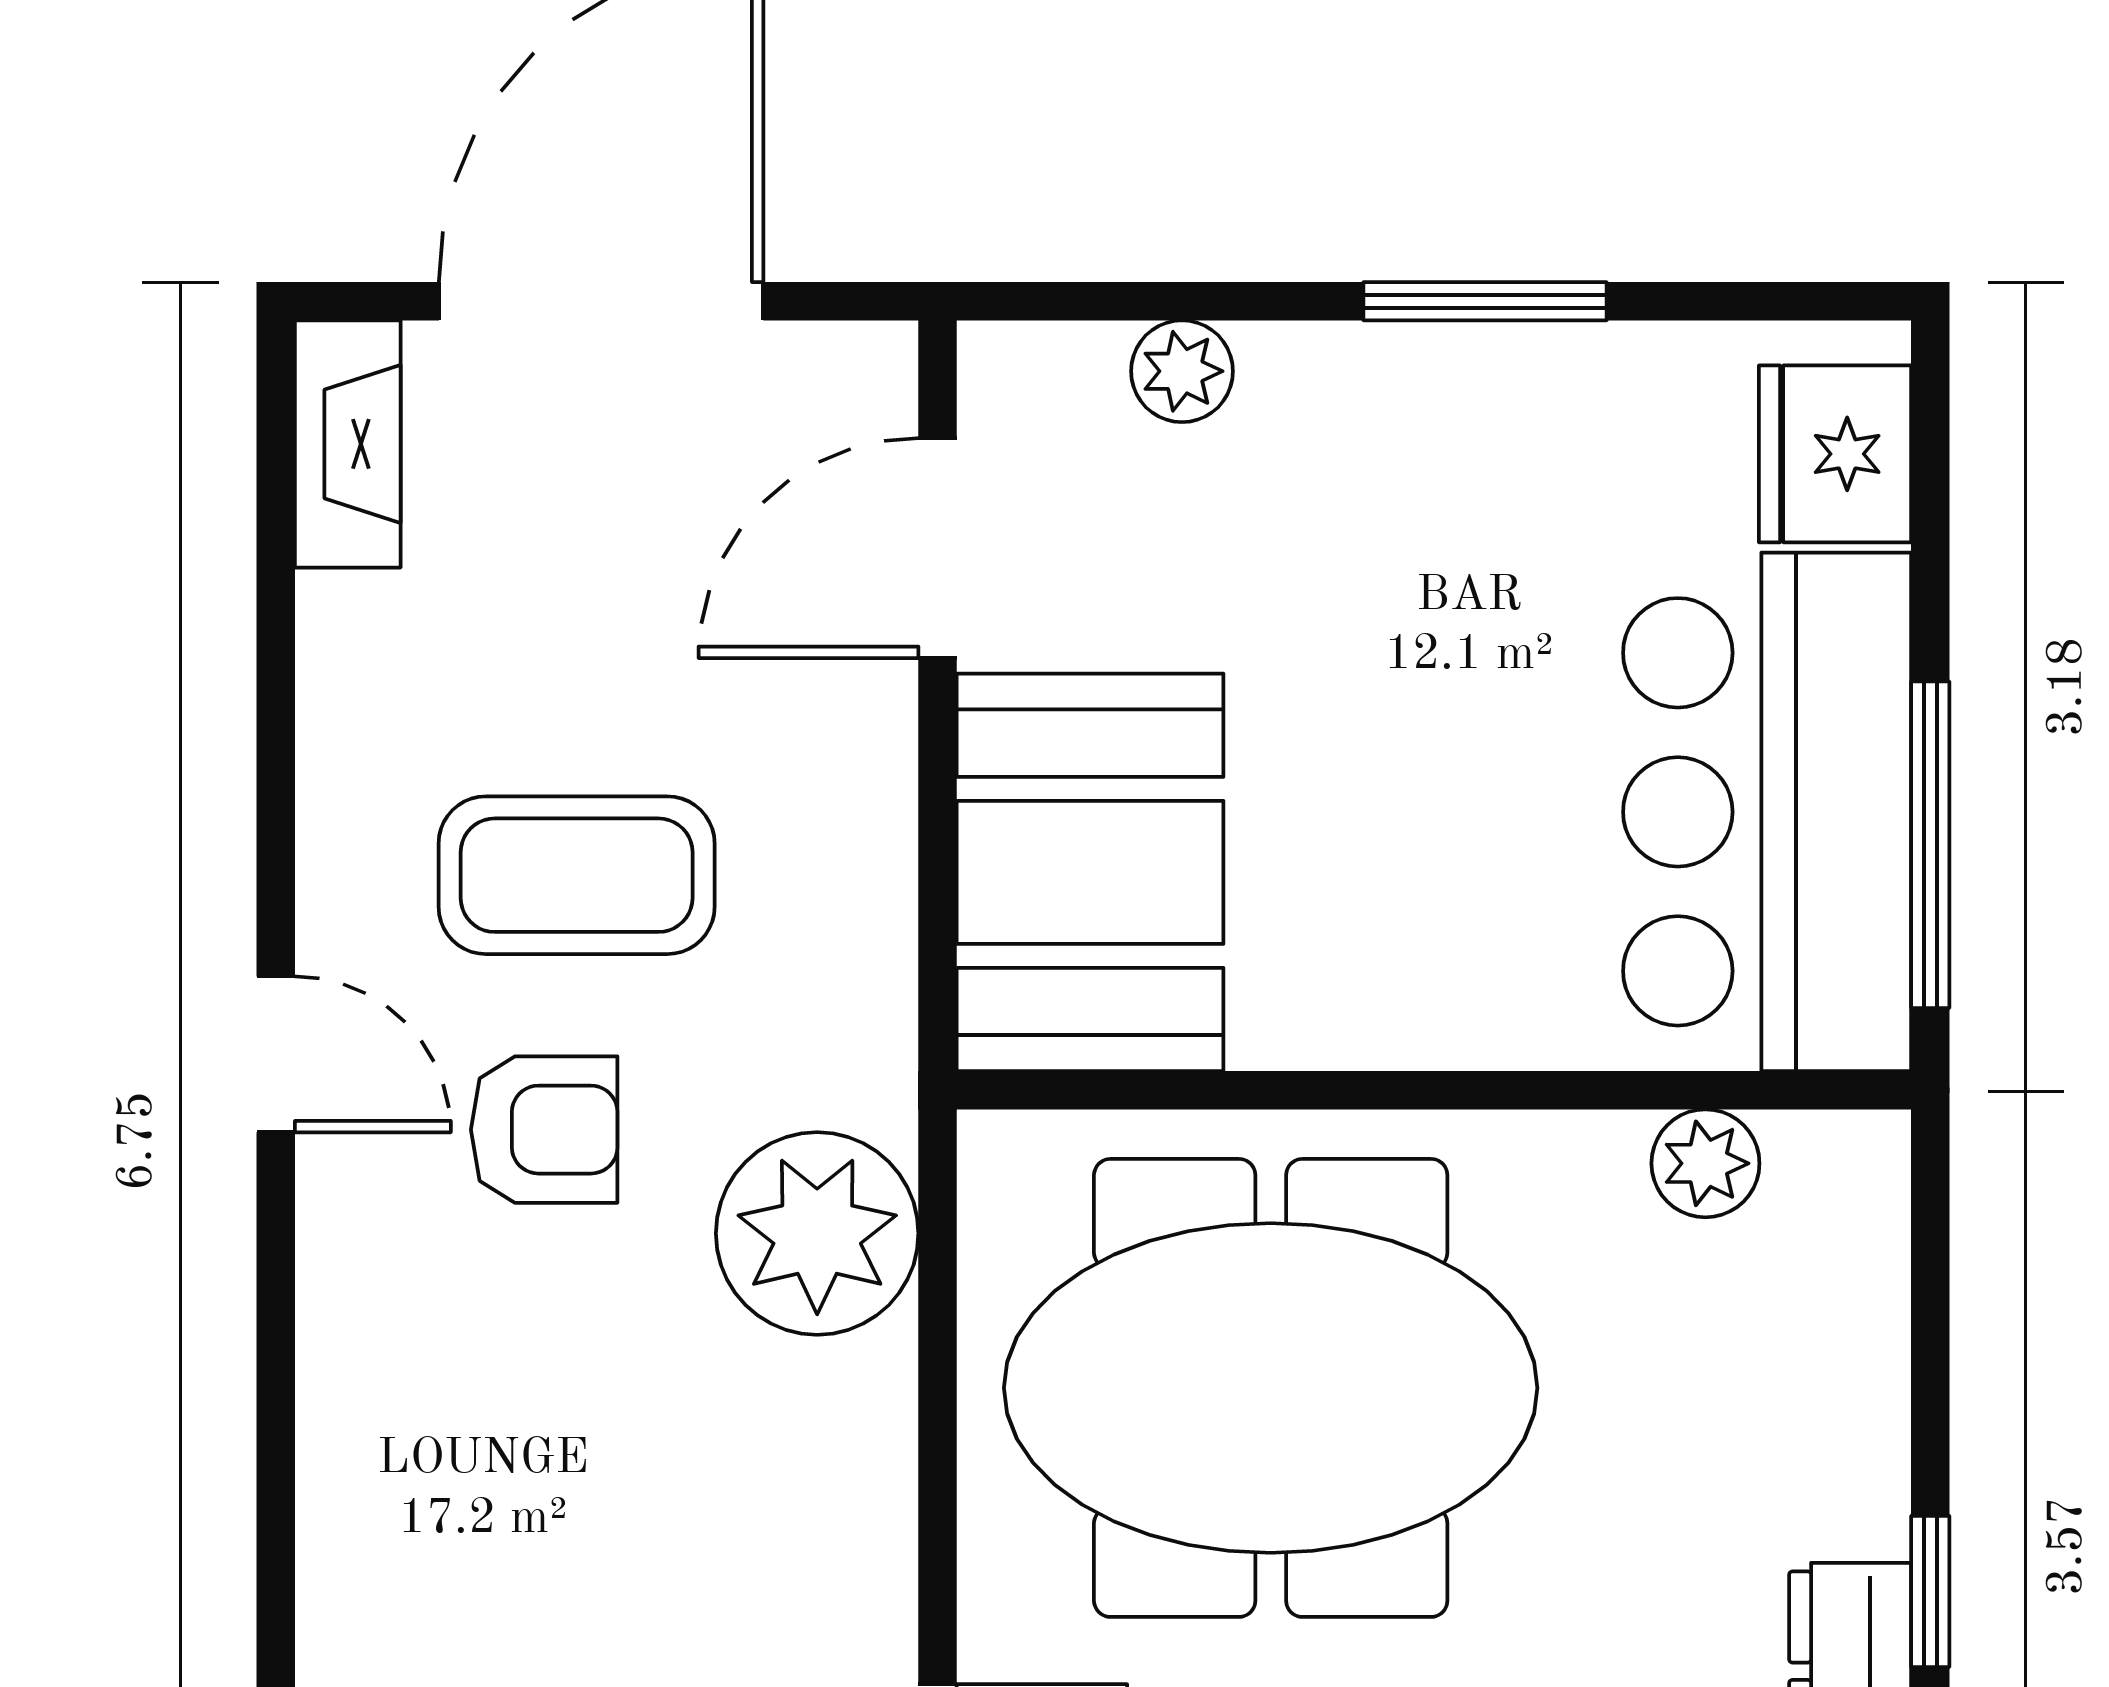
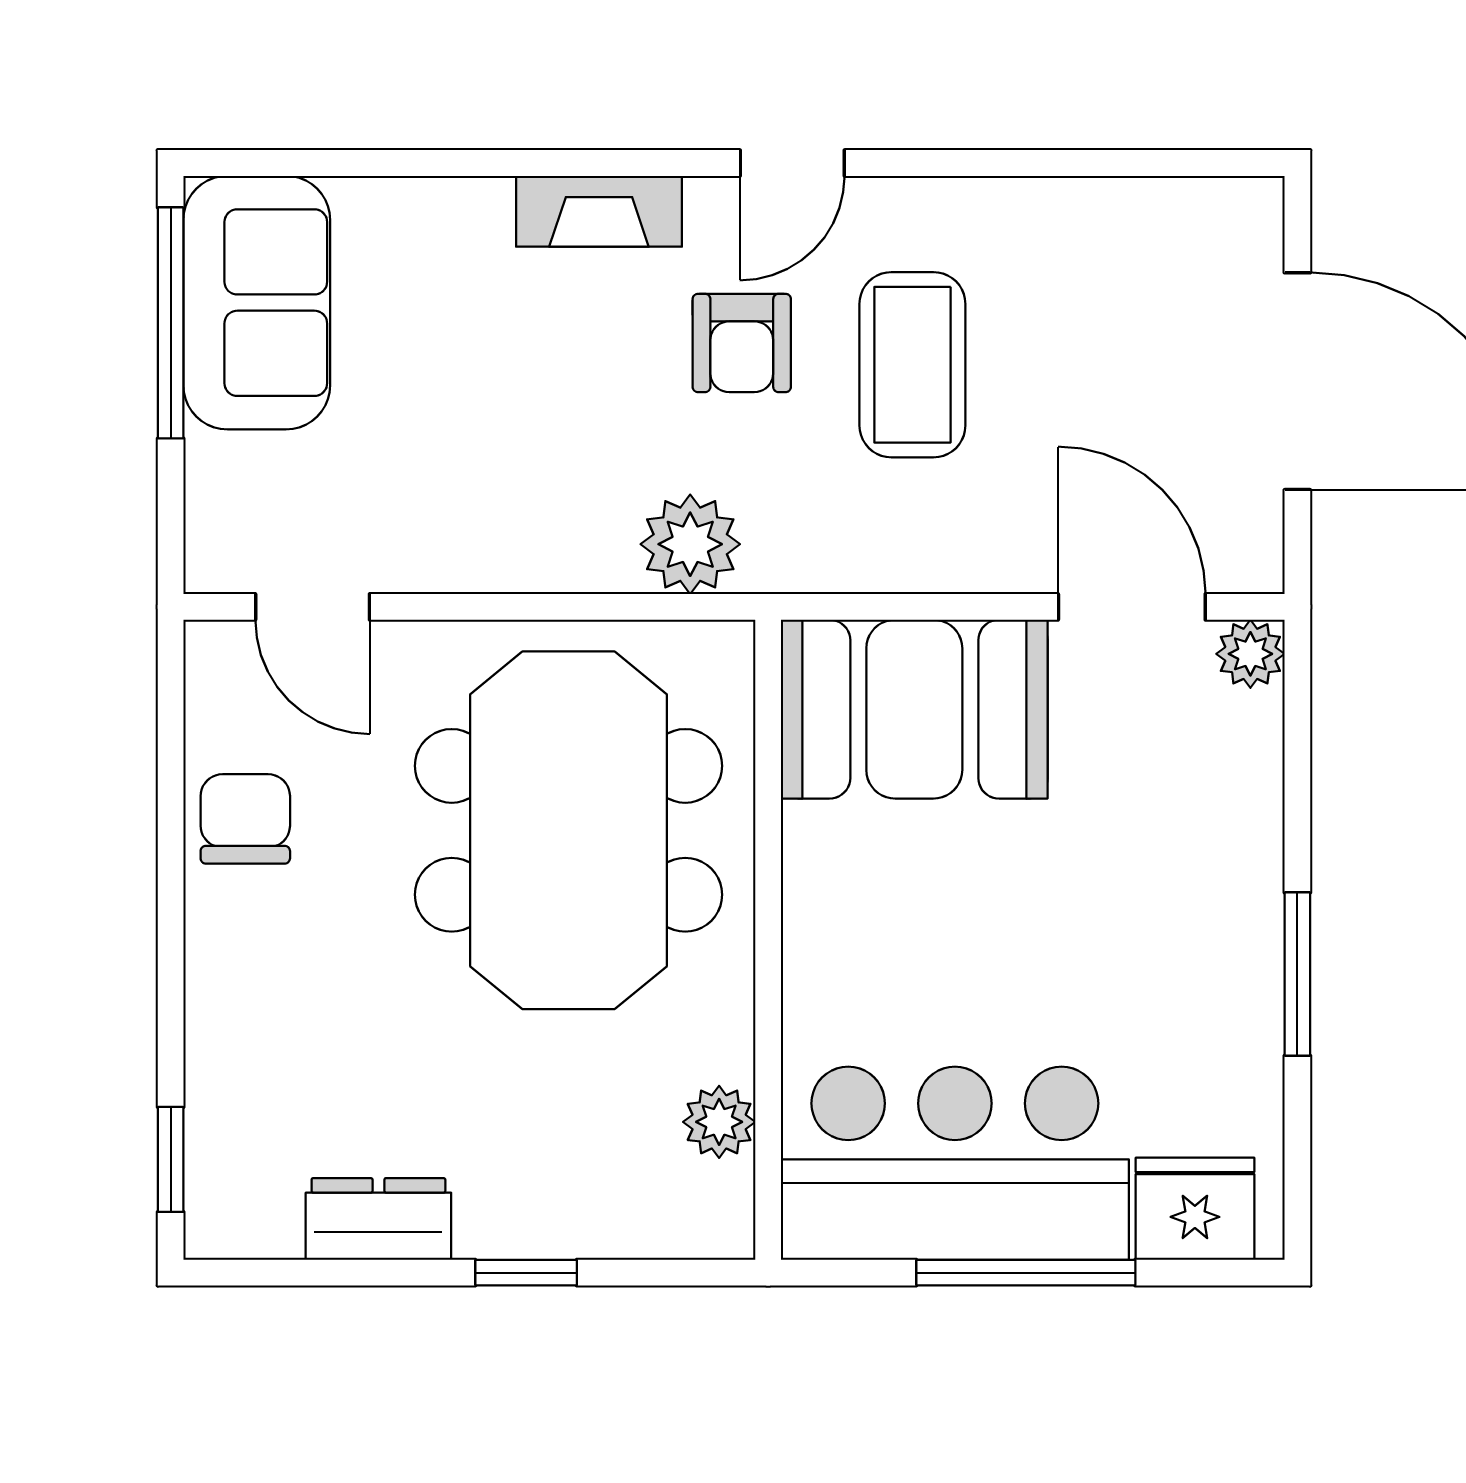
plant: (1182, 371) -> (1250, 654), moved
fireplace: (348, 444) -> (599, 211), moved
window: (1930, 845) -> (1026, 1273), moved
plant: (817, 1233) -> (690, 544), width x0.73, depth x0.73
window: (1930, 1591) -> (526, 1273), moved

